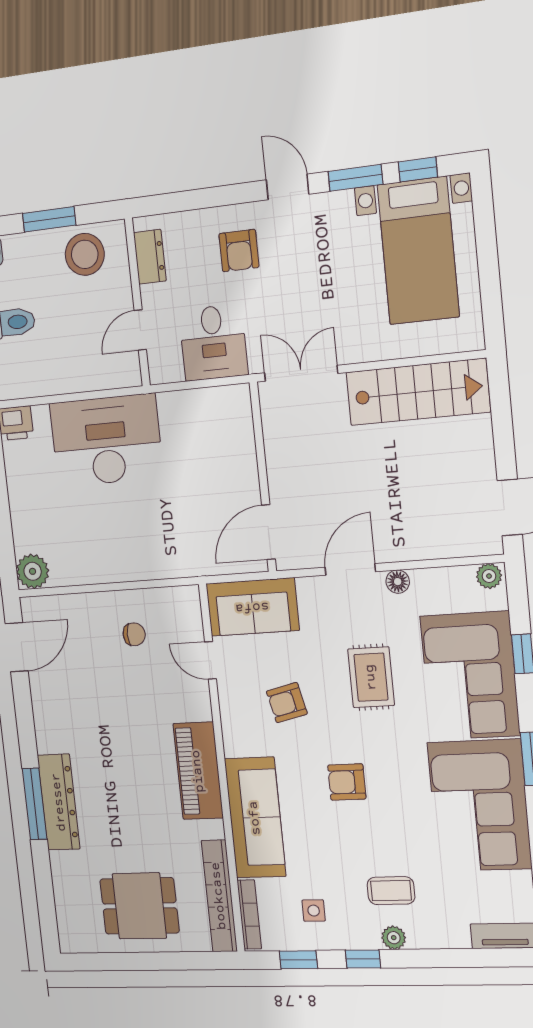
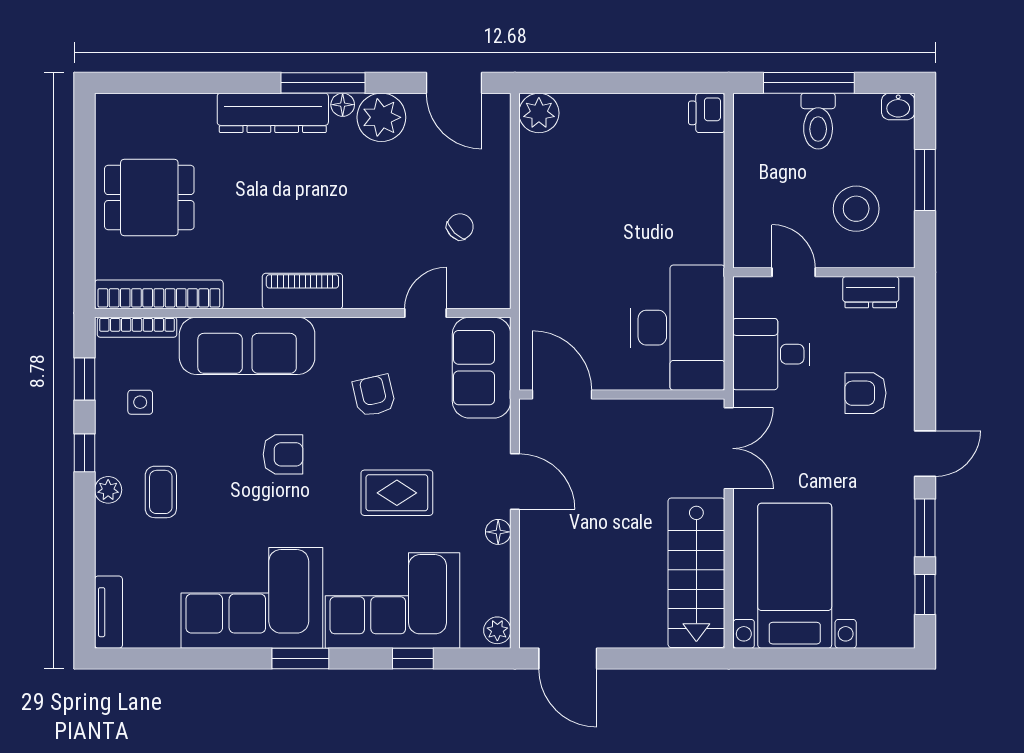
bed with nightstands: (418, 251) -> (795, 576), moved, turned 90
stool: (85, 254) -> (856, 209), moved
desk: (106, 440) -> (678, 328), moved
chair: (134, 634) -> (460, 227), turned -135
plant: (52, 708) -> (381, 117), added
floor lamp: (45, 742) -> (343, 105), added
piano: (198, 771) -> (302, 291), width x0.73, depth x0.75
armchair: (347, 782) -> (283, 454), turned 90
window: (35, 804) -> (323, 83), moved
dining table: (139, 906) -> (149, 198), turned 90

